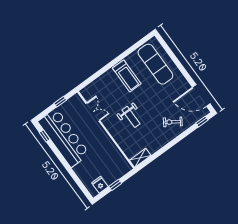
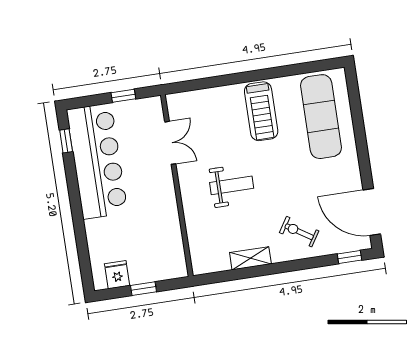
weight bench: (131, 117) -> (232, 185), turned -90
shelving: (140, 158) -> (250, 258), moved

